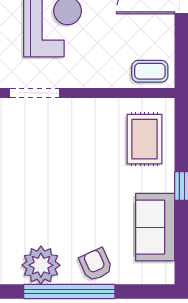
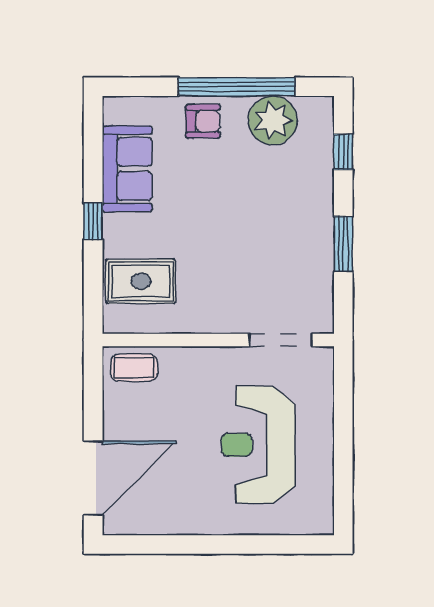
rug: (144, 139) -> (141, 281), turned 90
armchair: (96, 265) -> (203, 121), turned -66

